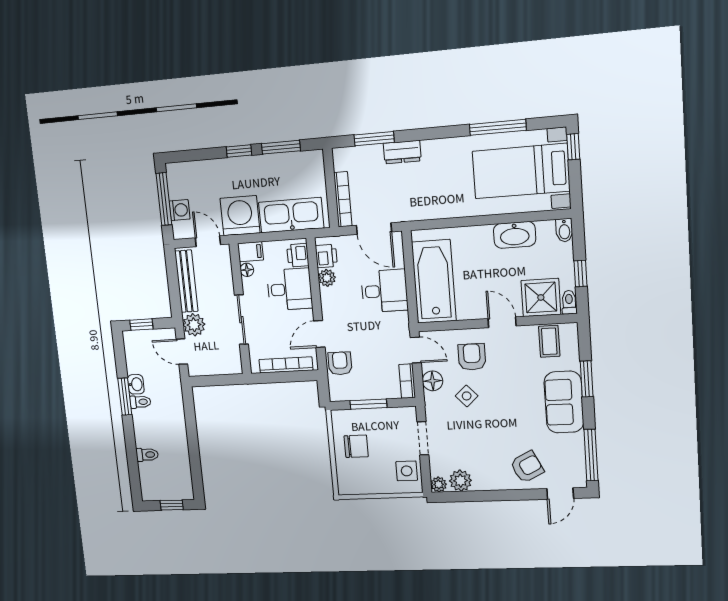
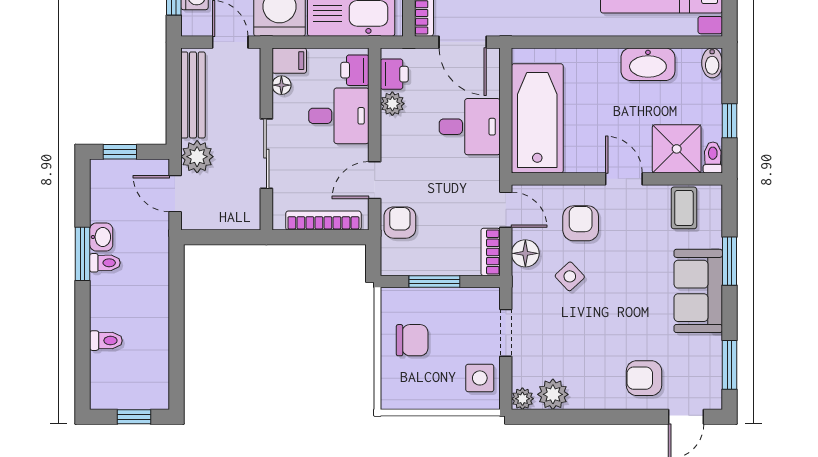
window: (591, 455) -> (729, 365), width x0.69
armchair: (527, 467) -> (644, 378), turned -153

